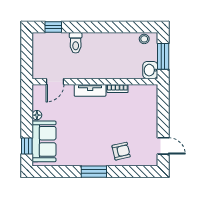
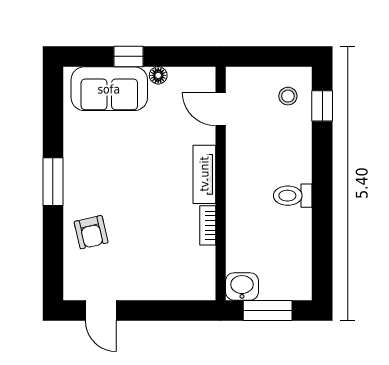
stool: (144, 39) -> (288, 96), moved
toilet: (76, 43) -> (293, 196), moved
window: (27, 146) -> (129, 56), moved
door: (163, 146) -> (101, 310), hinge flipped

